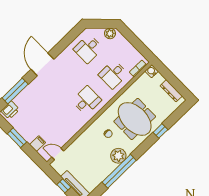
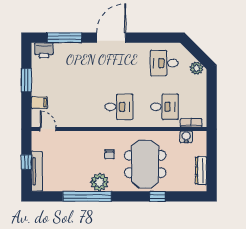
water cooler: (152, 71) -> (186, 137), moved
desk: (113, 74) -> (164, 107), turned 180

